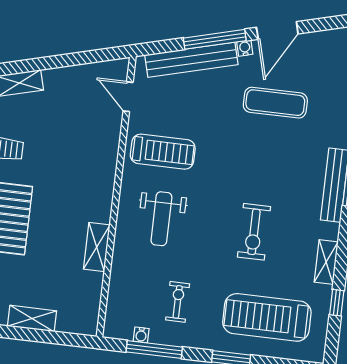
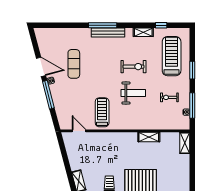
bench: (191, 60) -> (59, 104), removed
door: (128, 97) -> (79, 131), swing flipped
weight bench: (161, 219) -> (133, 93), moved
treadmill: (267, 317) -> (172, 56), turned 180
shelving: (32, 319) -> (185, 143), moved

